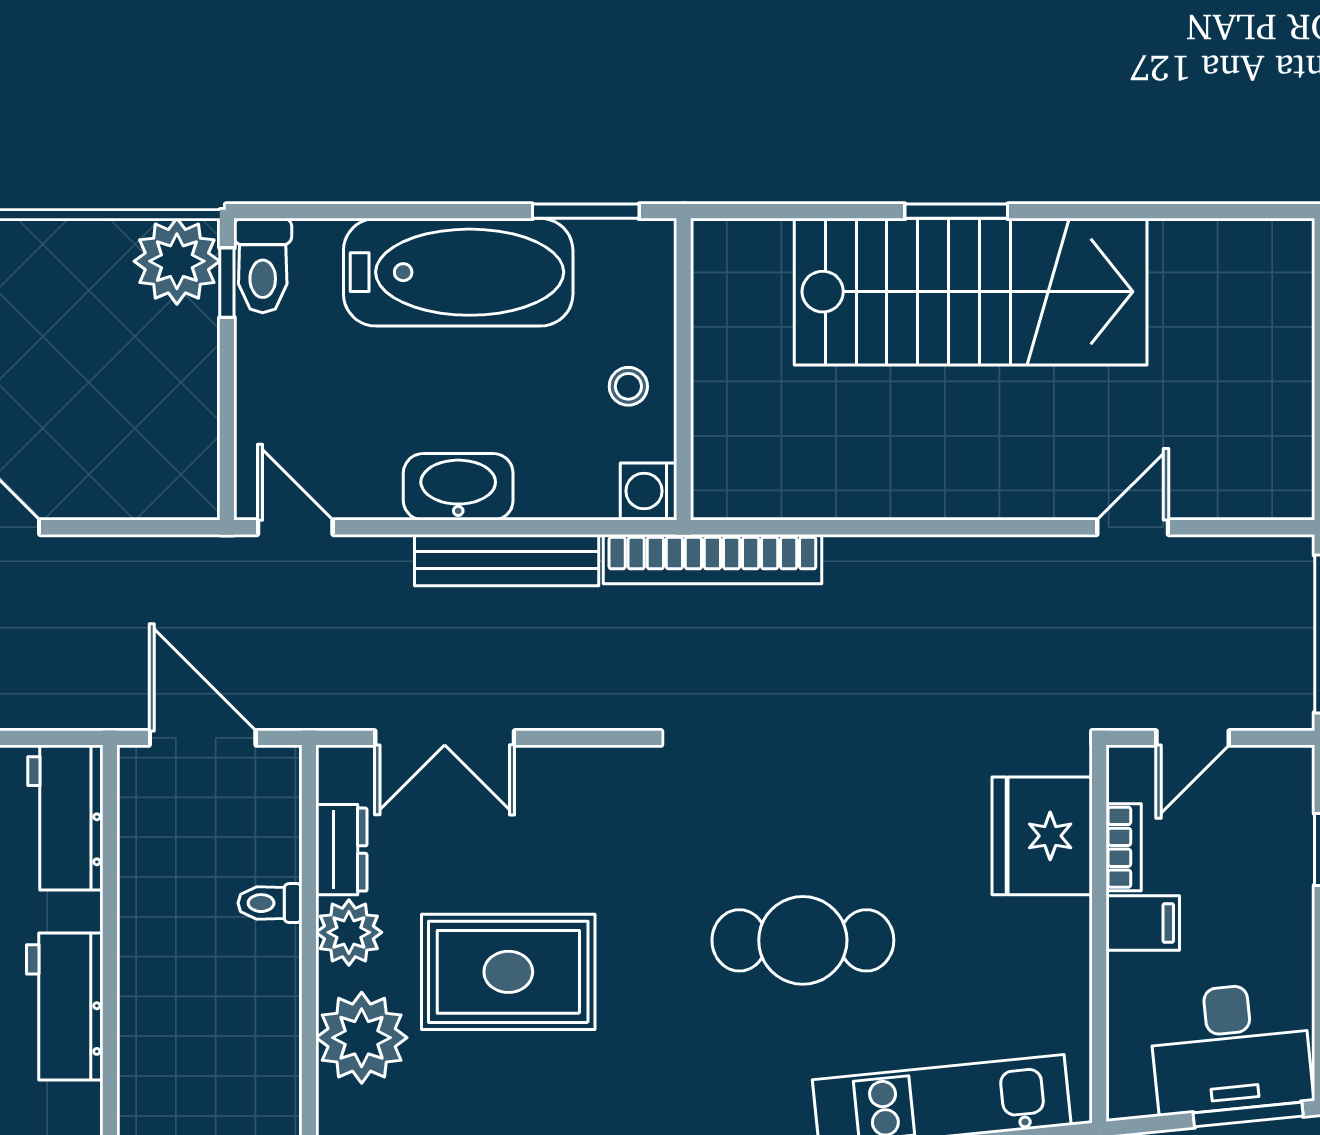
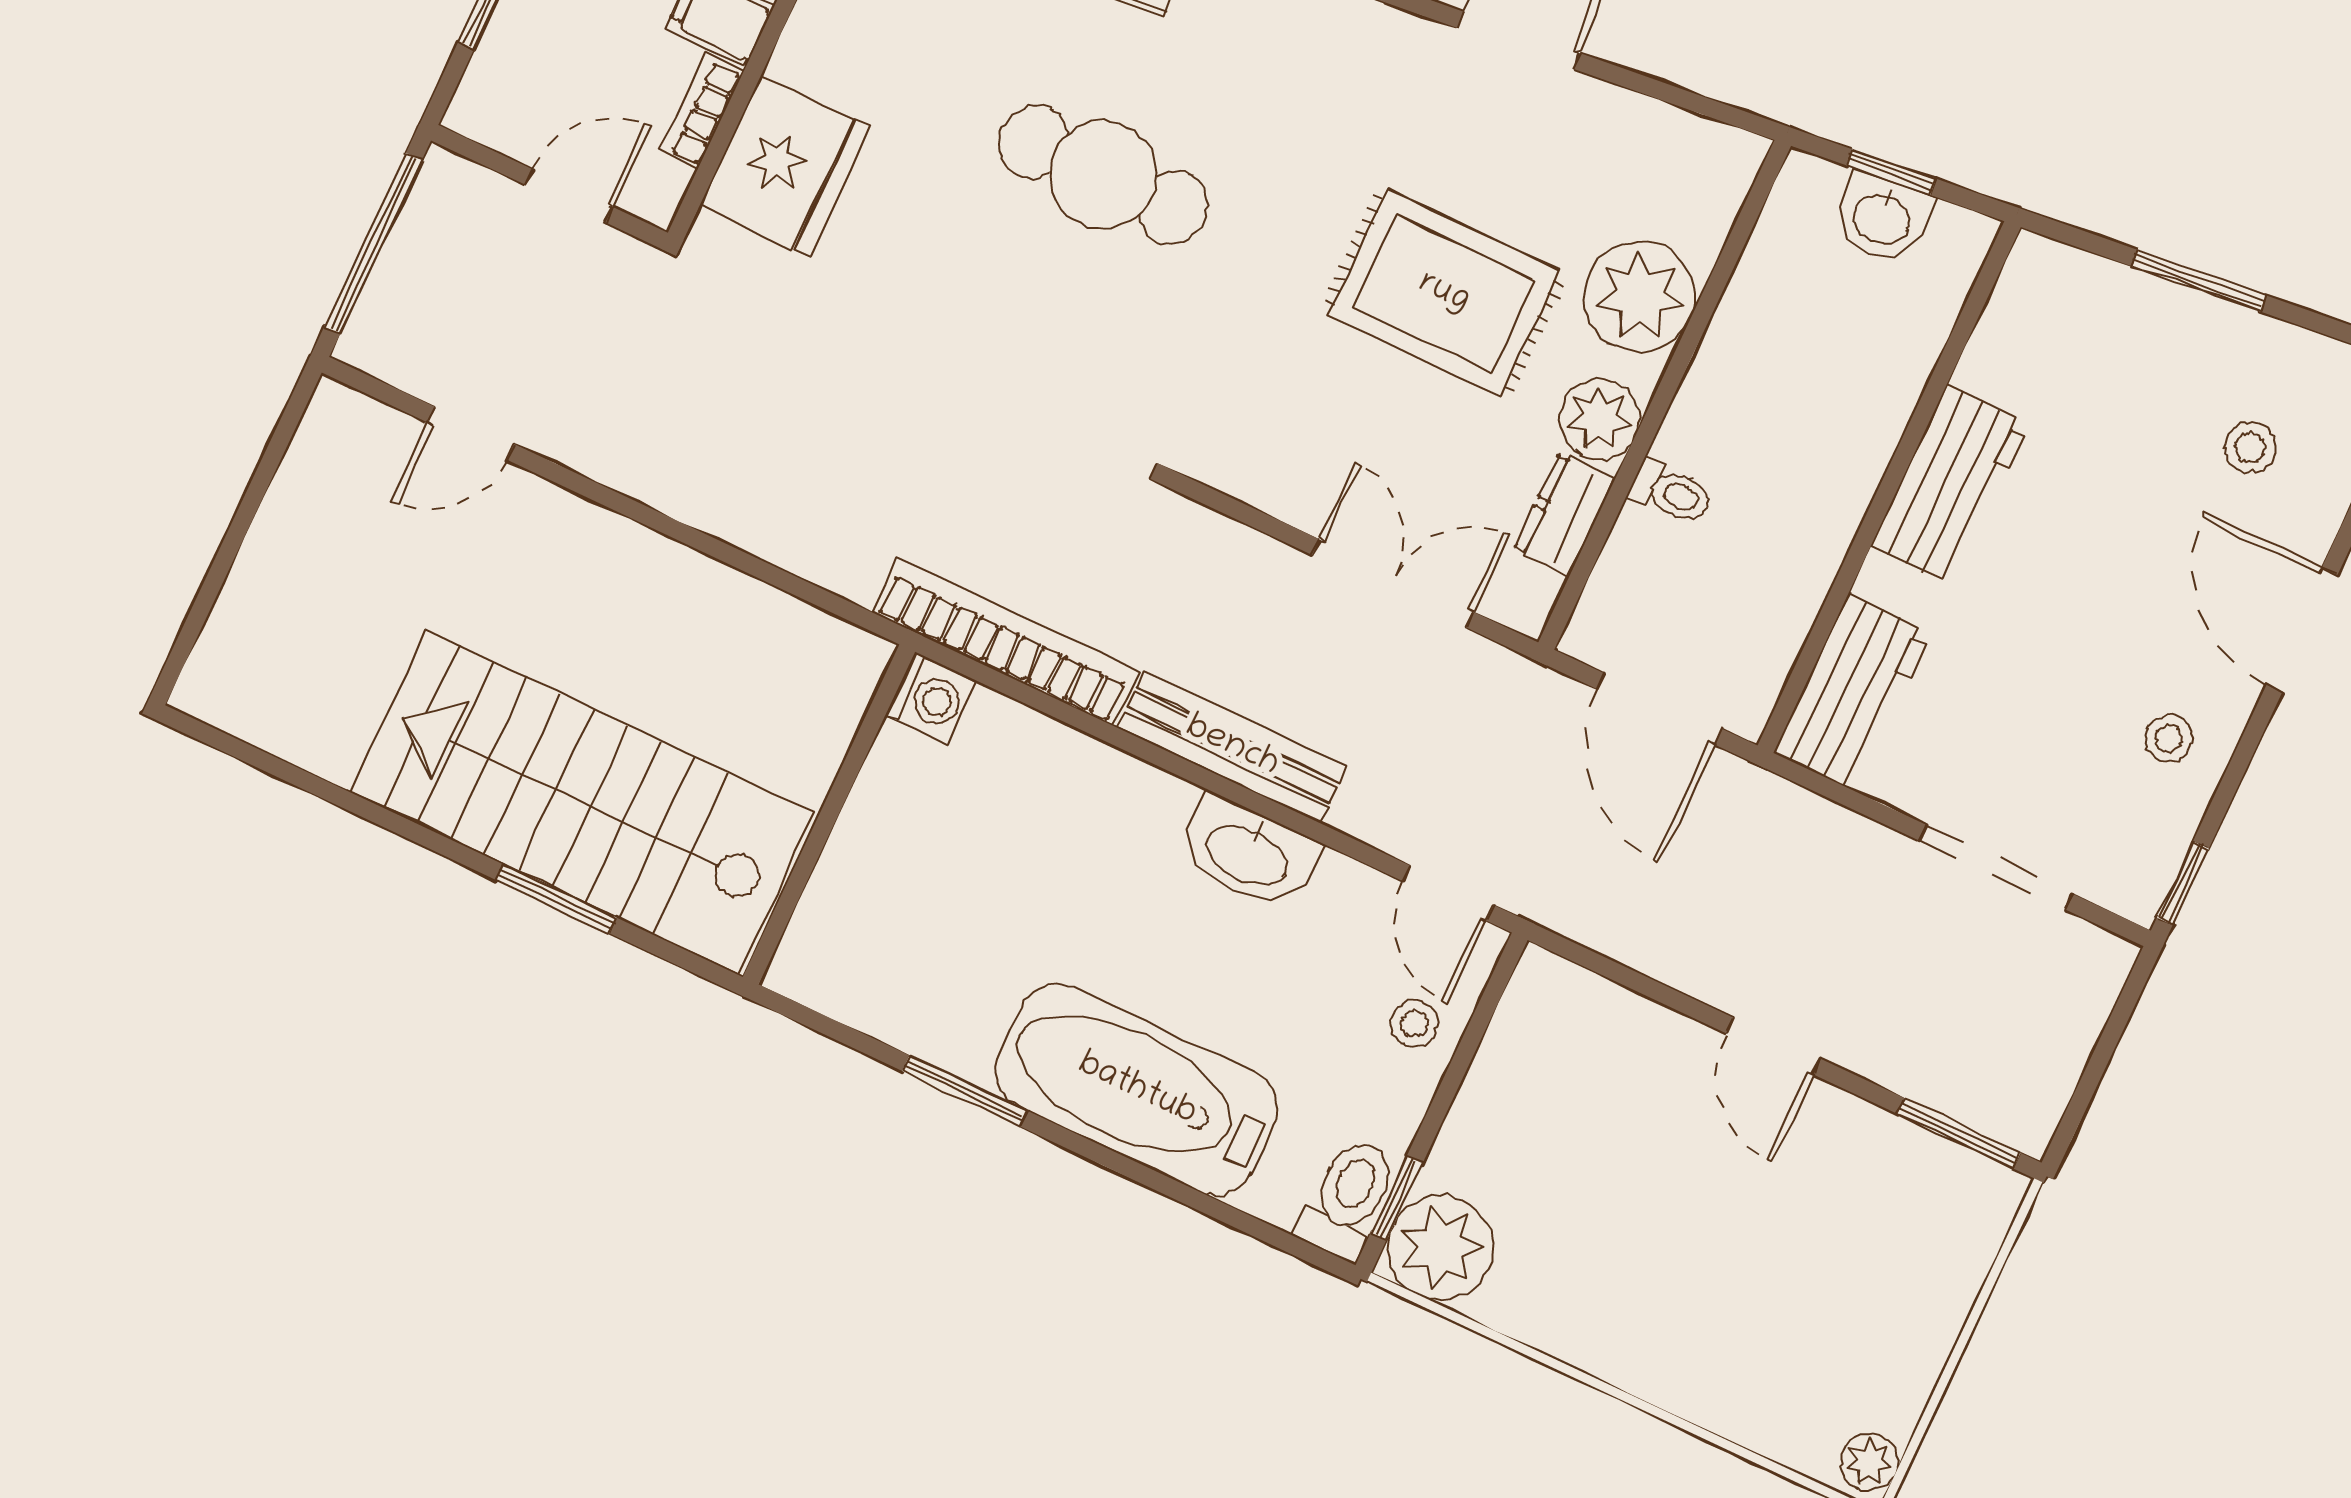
wall: (684, 369) -> (829, 814), moved
stool: (628, 386) -> (1414, 1023), moved
washing machine: (648, 491) -> (931, 698), moved
door: (1133, 527) -> (471, 433), moved

